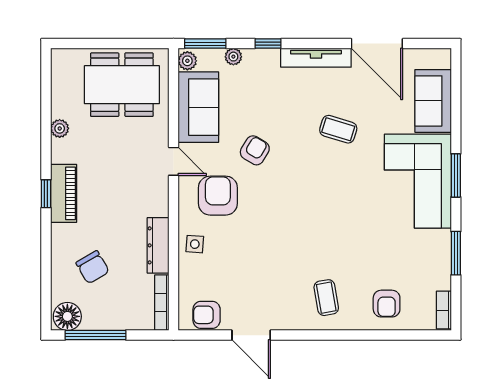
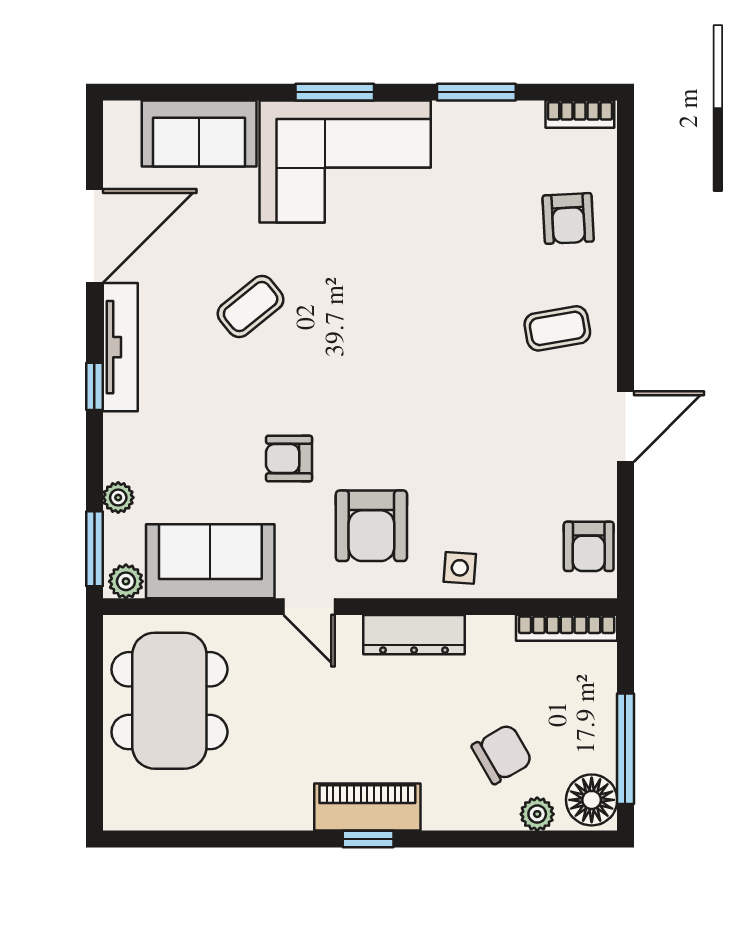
window: (268, 44) -> (94, 386), moved
plant: (60, 128) -> (537, 814), moved
coffee table: (338, 129) -> (251, 306), turned 34
armchair: (255, 150) -> (289, 459), turned -31
door: (173, 161) -> (309, 607), swing flipped
armchair: (218, 196) -> (371, 526), turned -90
dresser: (158, 245) -> (414, 635), moved
armchair: (387, 304) -> (568, 218), turned 87
door: (251, 335) -> (625, 427), moved

